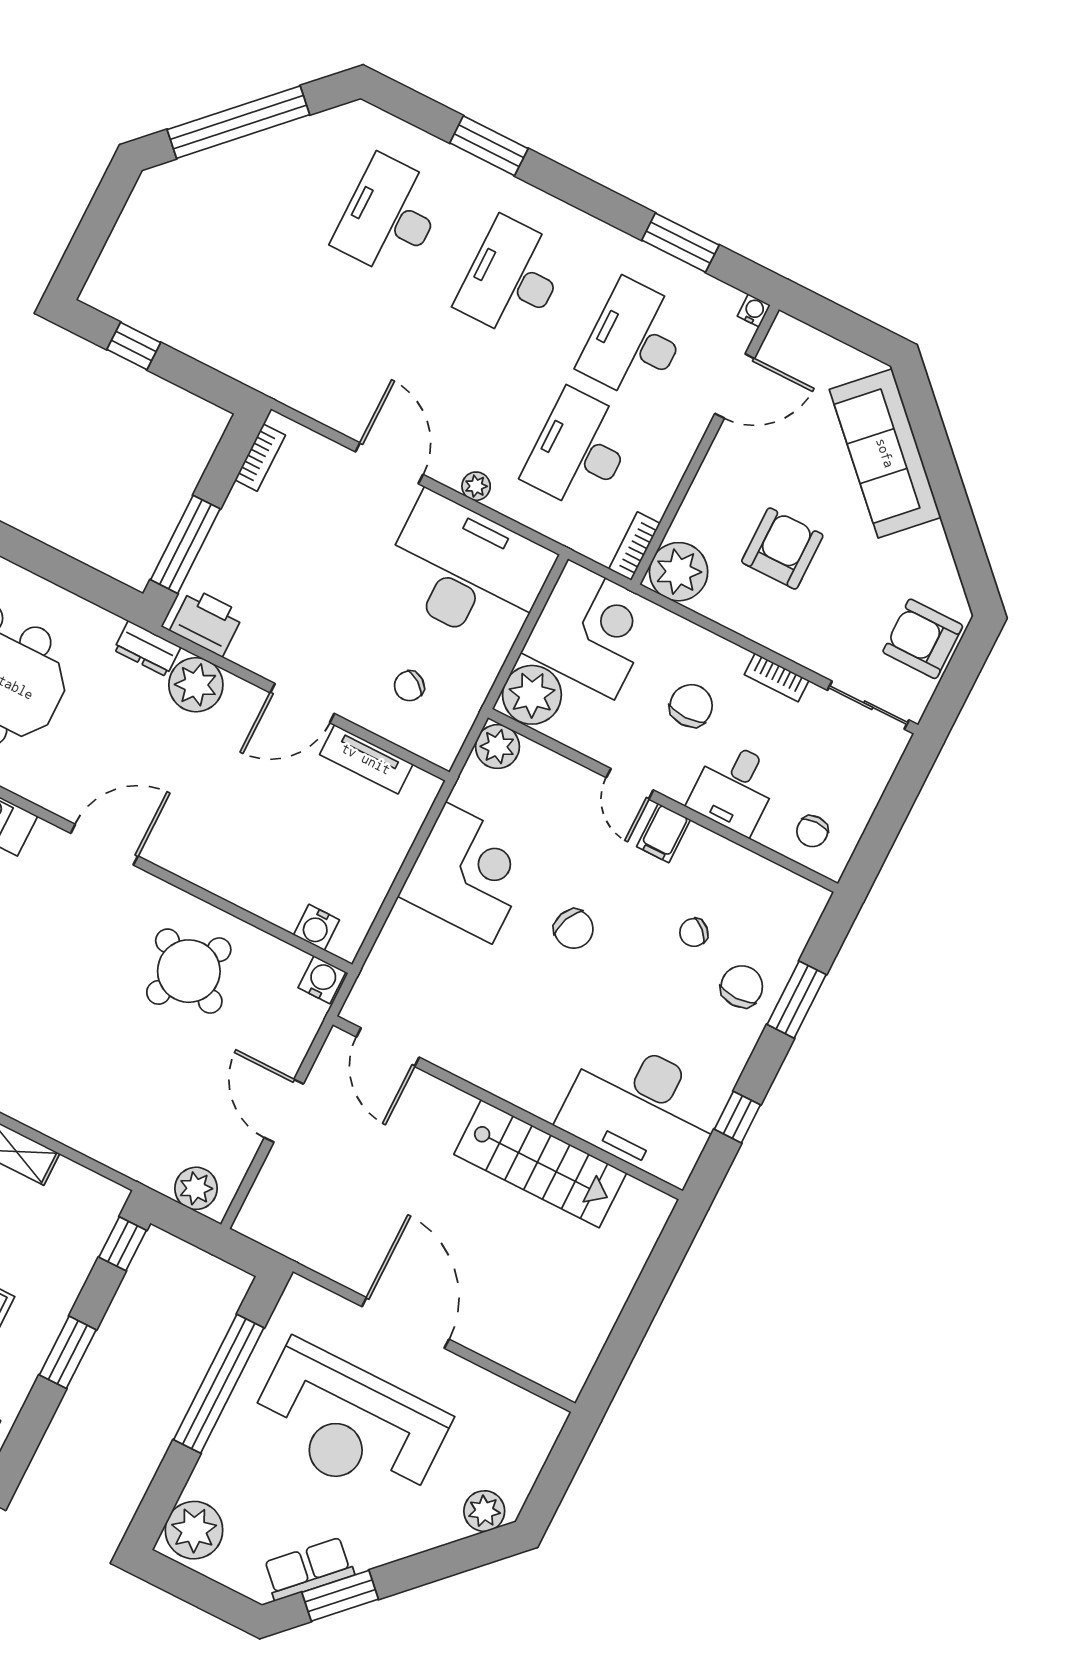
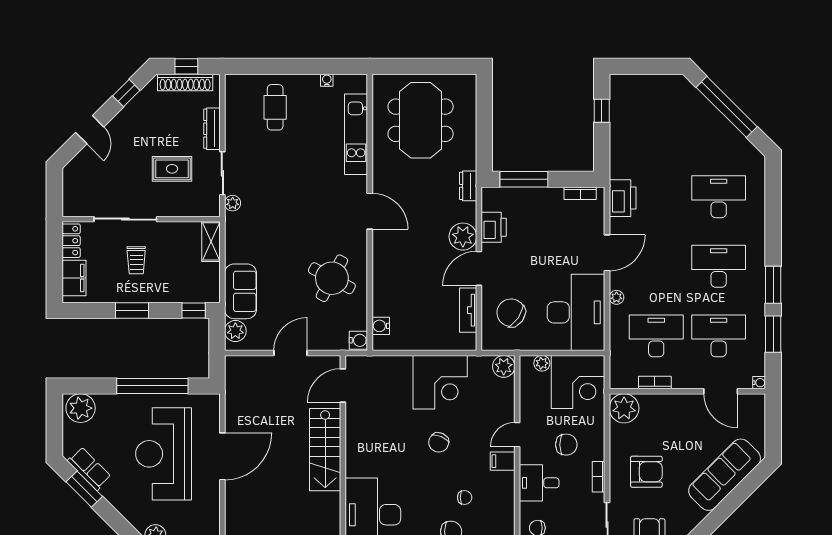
window: (489, 146) -> (773, 285), moved
printer: (306, 387) -> (623, 198), added
bookcase: (634, 546) -> (655, 383), moved
armchair: (782, 549) -> (646, 472), moved
printer: (207, 622) -> (494, 227), moved
plant: (196, 685) -> (463, 237), moved
chair: (409, 686) -> (511, 313), width x1.87, depth x1.87
plant: (532, 695) -> (542, 363), width x0.53, depth x0.53
door: (302, 703) -> (479, 268), hinge flipped
chair: (694, 932) -> (465, 498), turned 136
sofa: (131, 1144) -> (241, 291), added
stairs: (540, 1164) -> (325, 450), moved

